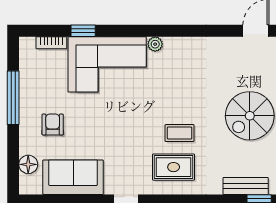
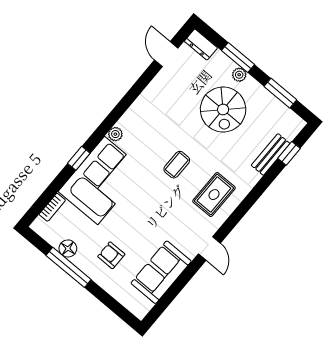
window: (83, 31) -> (79, 158), moved
coffee table: (180, 133) -> (177, 165), moved
floor lamp: (28, 164) -> (68, 248), moved

